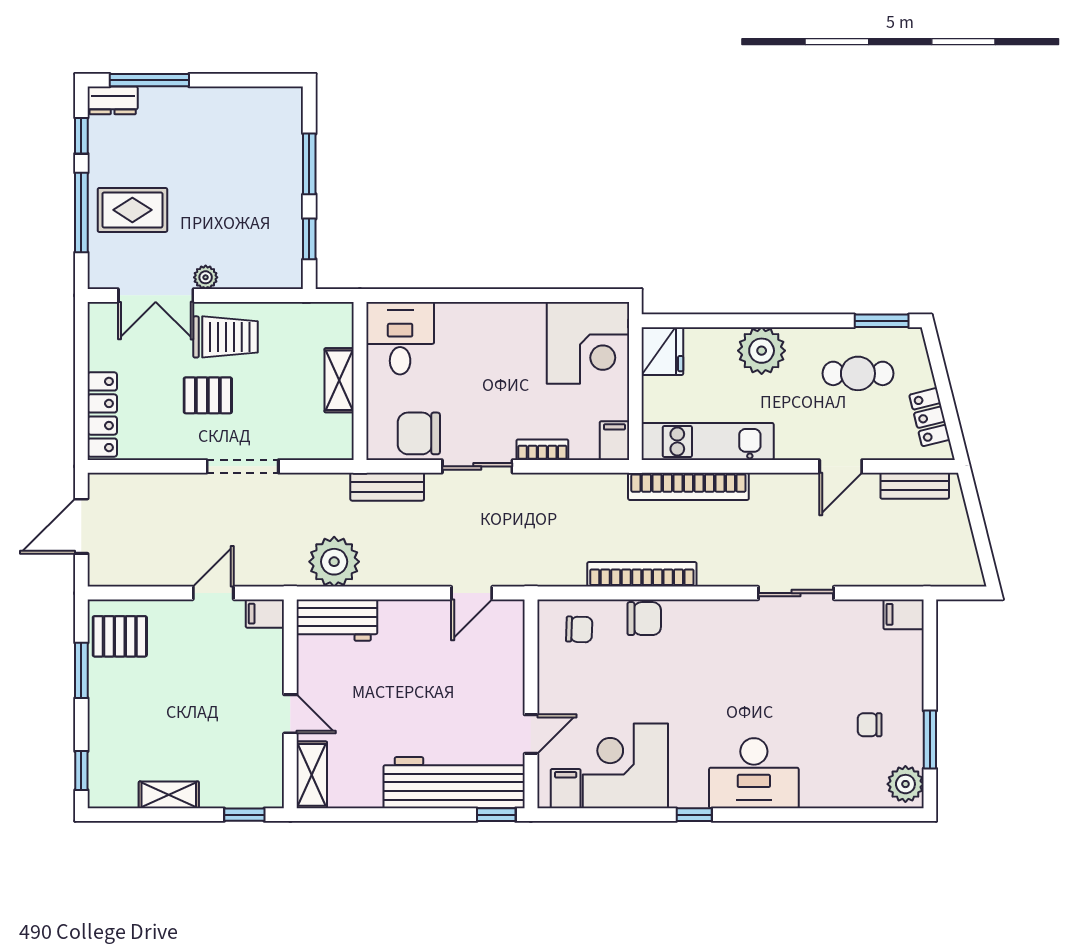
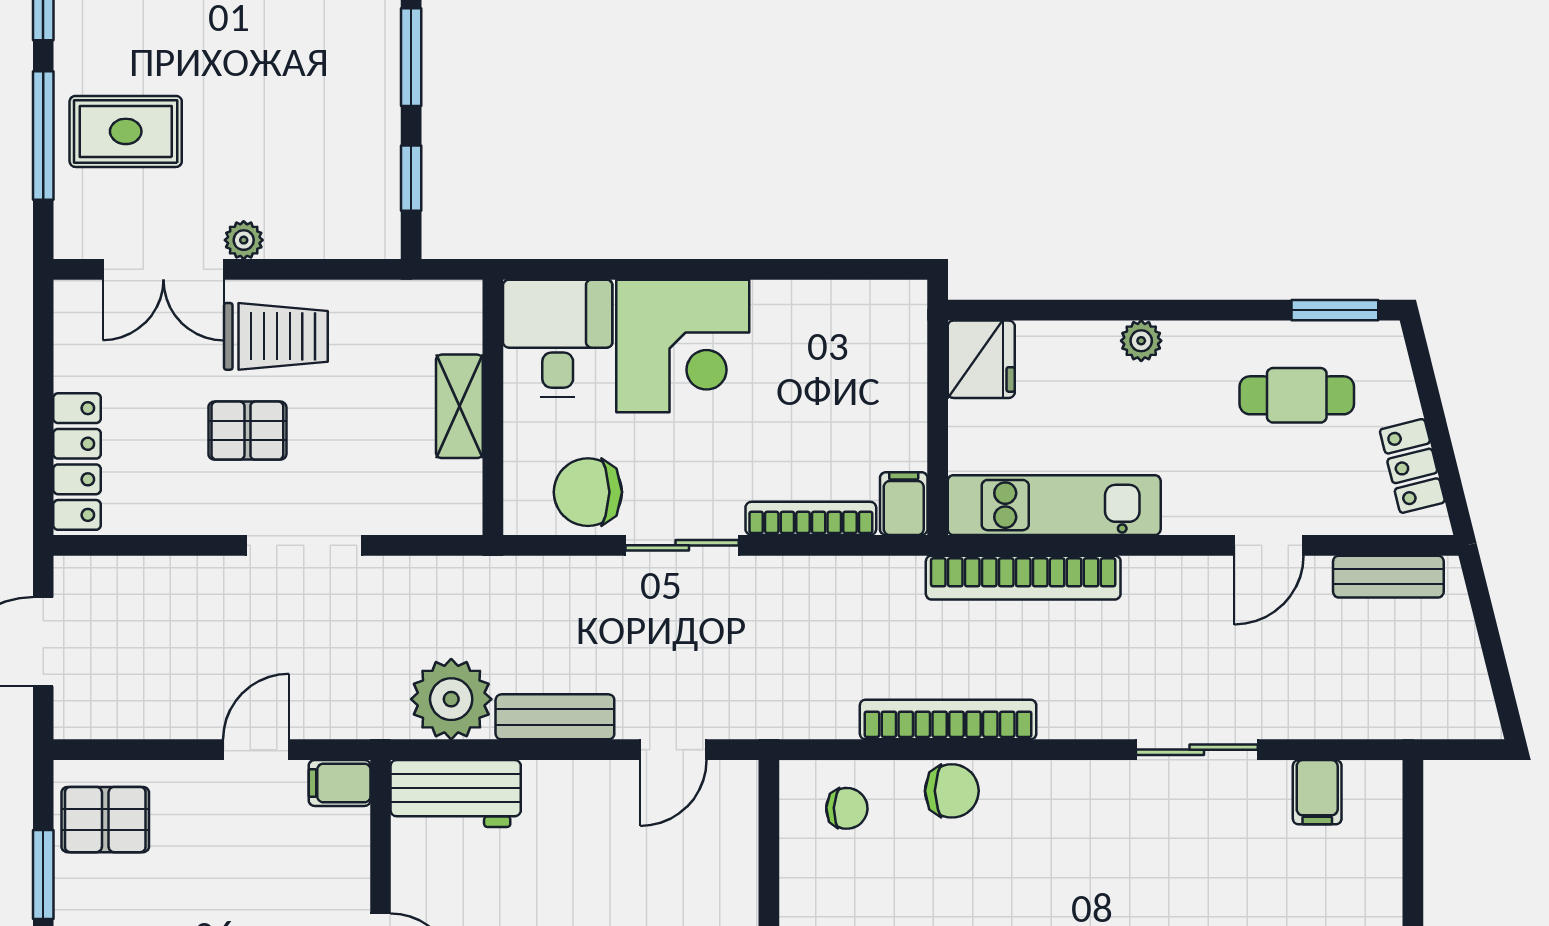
corner desk: (588, 343) -> (683, 346), moved
plant: (762, 351) -> (1141, 341), width x0.53, depth x0.53
bookcase: (542, 450) -> (811, 518), width x1.56
bench: (387, 487) -> (555, 717), moved
filing cabinet: (904, 614) -> (1317, 792), moved, turned -90

